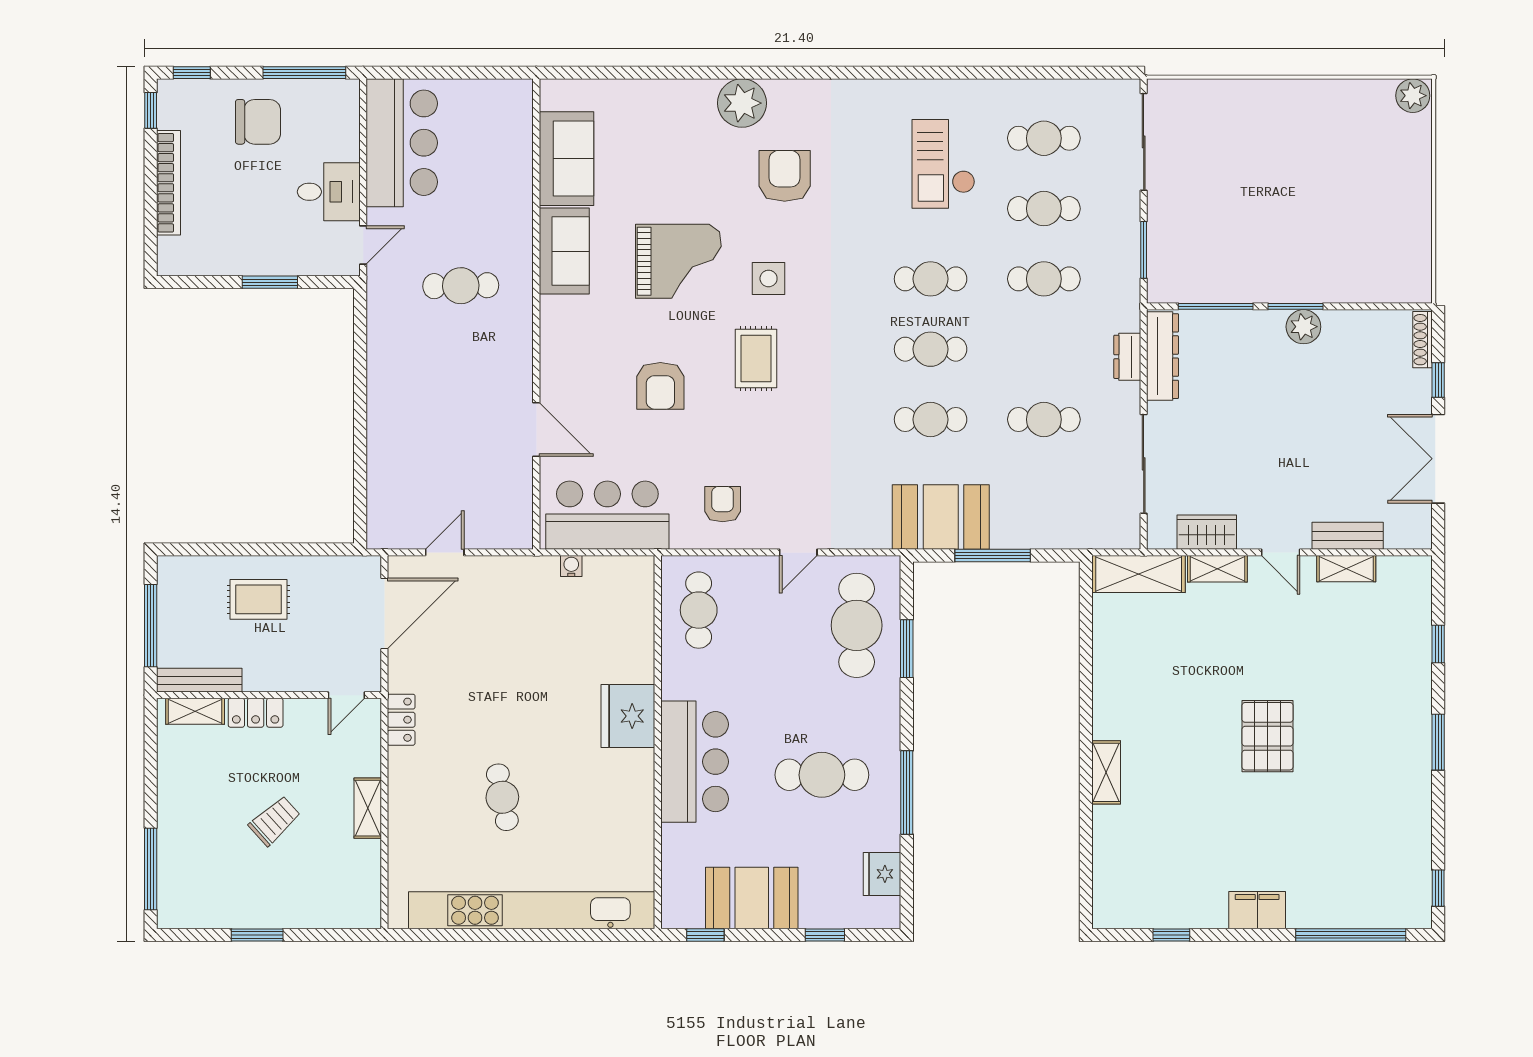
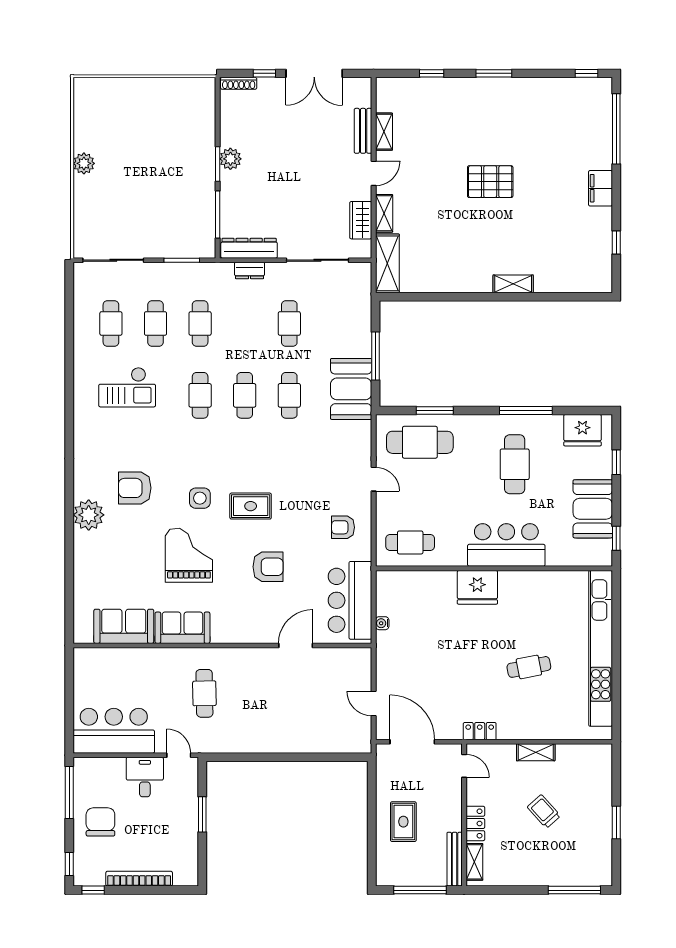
plant: (1413, 96) -> (84, 163), moved
fridge: (882, 874) -> (582, 430), width x1.36, depth x1.34

